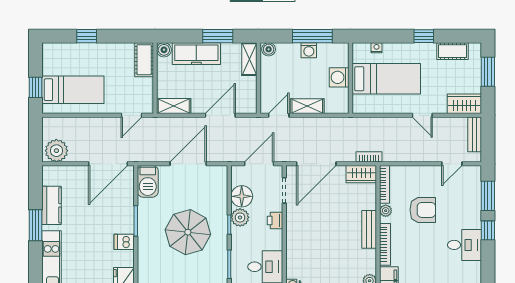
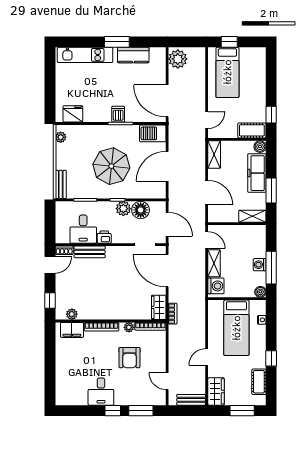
window: (87, 36) -> (271, 115), moved
boiler: (269, 49) -> (260, 292), moved
washing machine: (339, 77) -> (216, 286), moved, turned 90
door: (131, 115) -> (207, 120), swing flipped
door: (188, 164) -> (167, 166), swing flipped
printer: (275, 220) -> (104, 237), moved
bench: (369, 229) -> (90, 252), moved
dishwasher: (124, 242) -> (118, 114), moved

